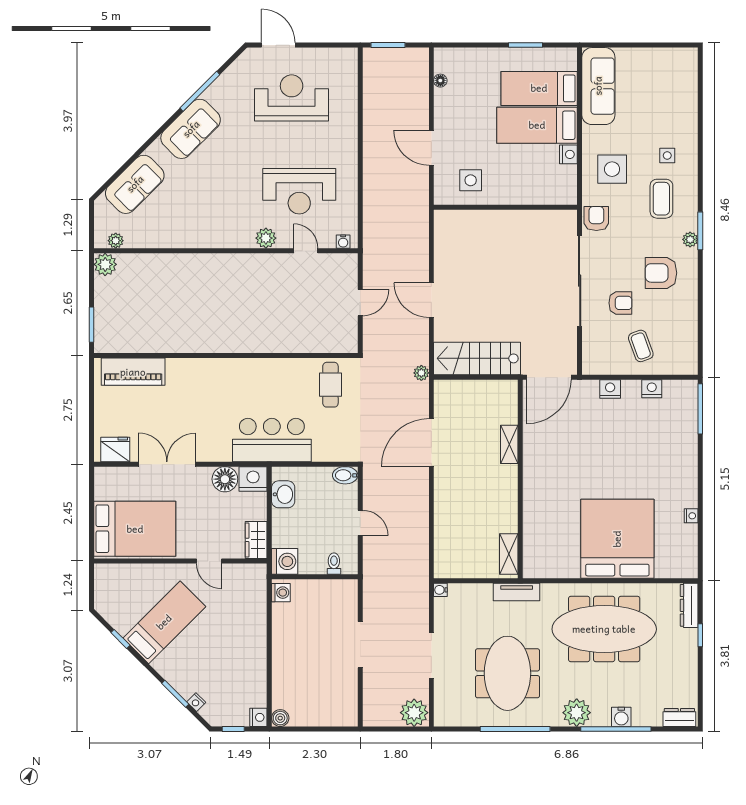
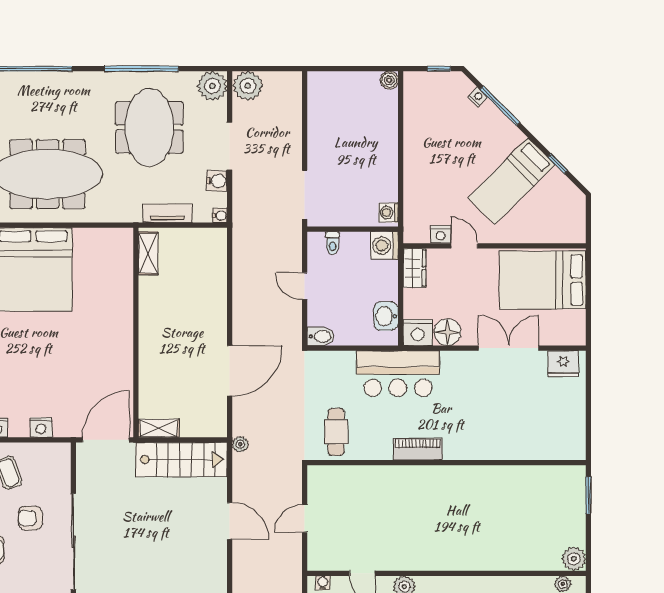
piano: (133, 372) -> (418, 449), moved, width x0.73, depth x0.75
shelving: (509, 444) -> (159, 428), moved, turned 90
double door: (167, 464) -> (509, 348), swing flipped
tv unit: (517, 592) -> (167, 213), moved
doorway: (360, 645) -> (305, 195), moved
window: (175, 694) -> (500, 106), width x1.44
plant: (577, 713) -> (212, 86), moved
nightstand: (258, 717) -> (441, 234), moved, turned -90
water cooler: (621, 717) -> (217, 181), moved, turned 90

